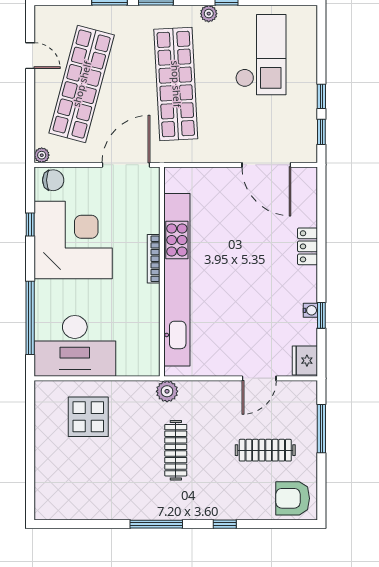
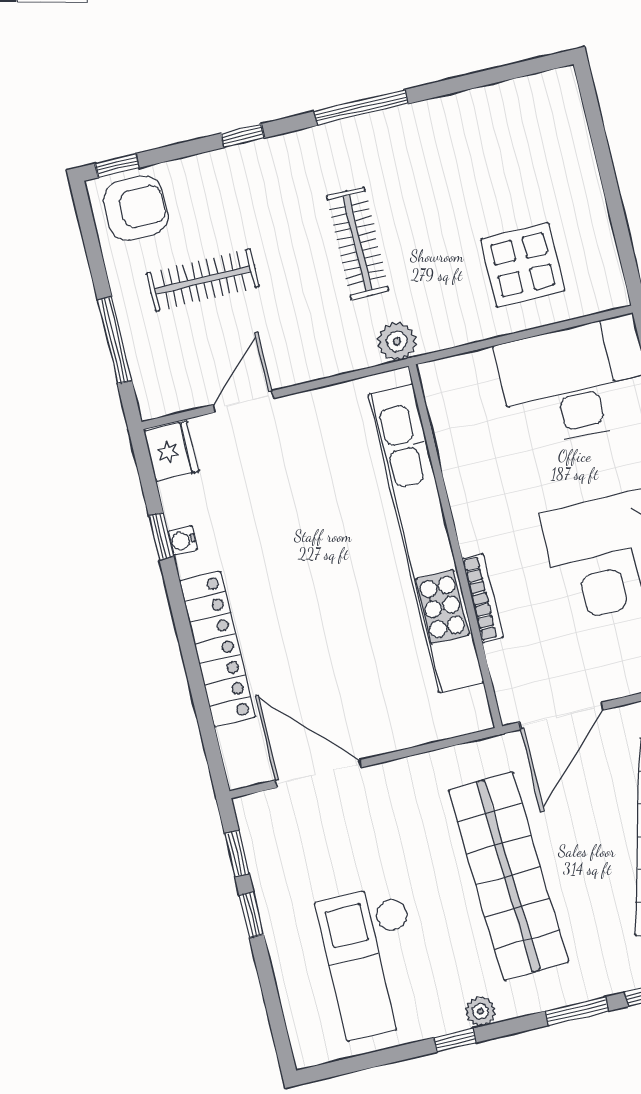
locker: (308, 246) -> (217, 649), width x2.16, depth x1.21
bookcase: (154, 259) -> (483, 598), moved
window: (297, 524) -> (117, 166), added

